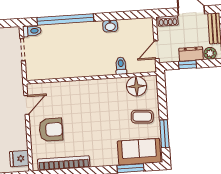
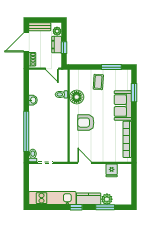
floor lamp: (137, 86) -> (77, 97), moved
armchair: (51, 130) -> (86, 123), moved, turned -90
sofa: (139, 152) -> (123, 106), moved
fridge: (19, 159) -> (112, 170), moved

